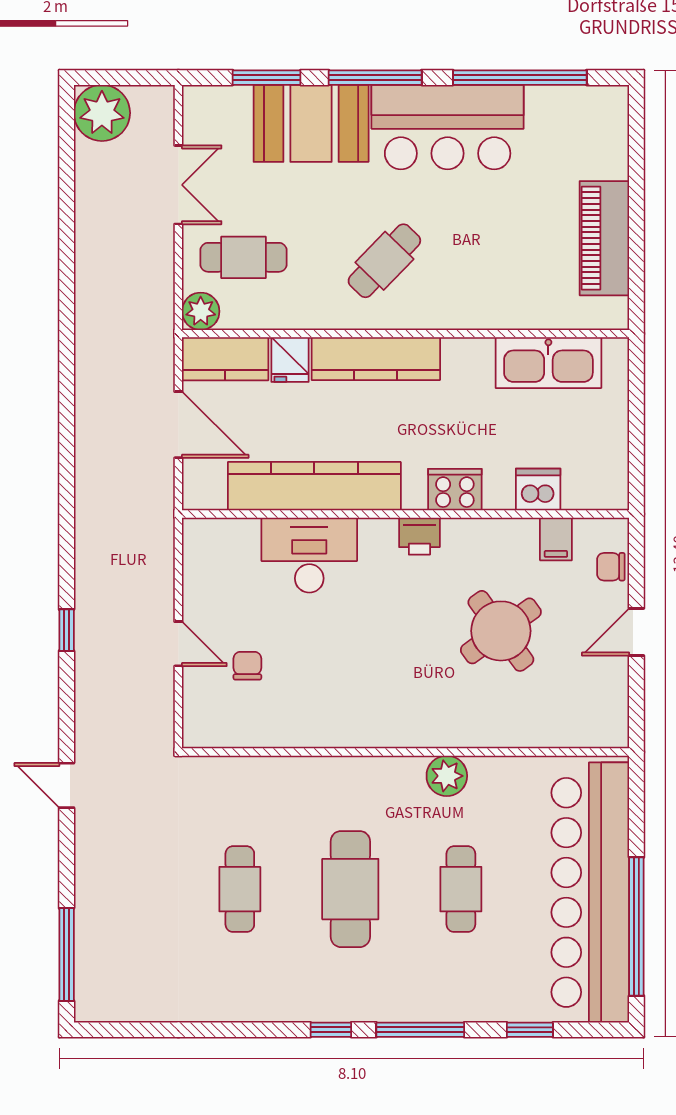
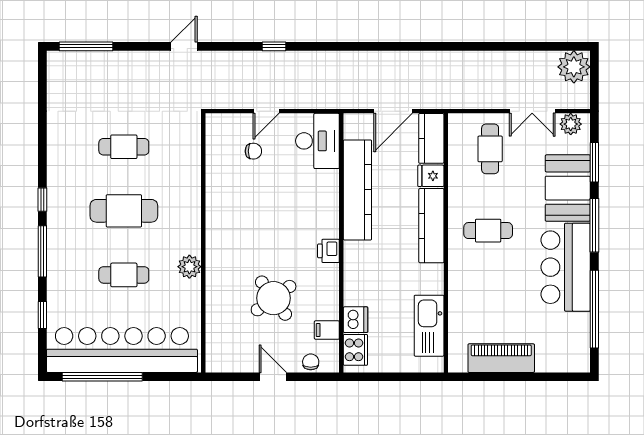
cafe table: (384, 261) -> (488, 231), turned -44
plant: (201, 311) -> (571, 124), moved
cooker: (455, 490) -> (355, 350), moved
desk: (309, 555) -> (317, 141), moved

